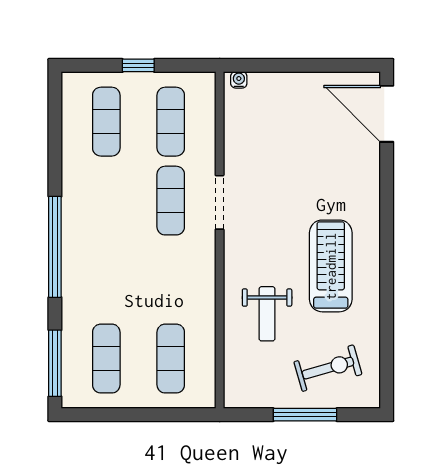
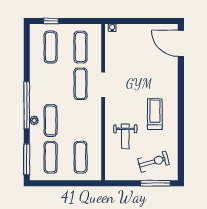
window: (138, 65) -> (51, 21), moved
treadmill: (331, 266) -> (155, 114), width x0.73, depth x0.73
plant: (71, 279) -> (34, 120), added
exercise mat: (106, 280) -> (51, 120), added
window: (305, 415) -> (155, 183), moved

